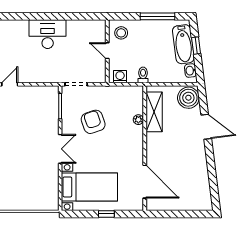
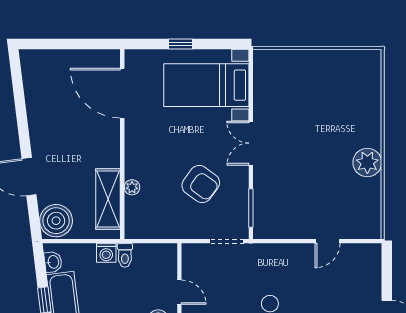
washing machine: (120, 77) -> (106, 253), moved
armchair: (93, 122) -> (201, 184), turned -35

